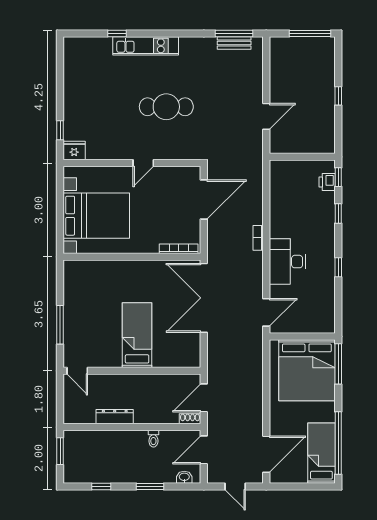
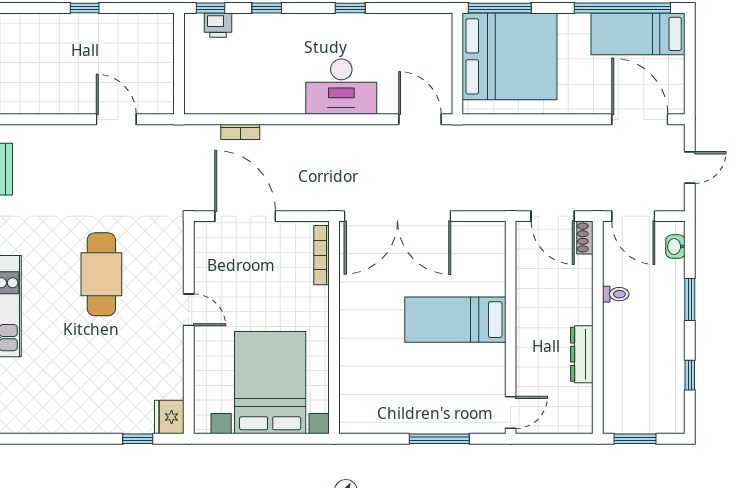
bookcase: (258, 238) -> (240, 132), moved

